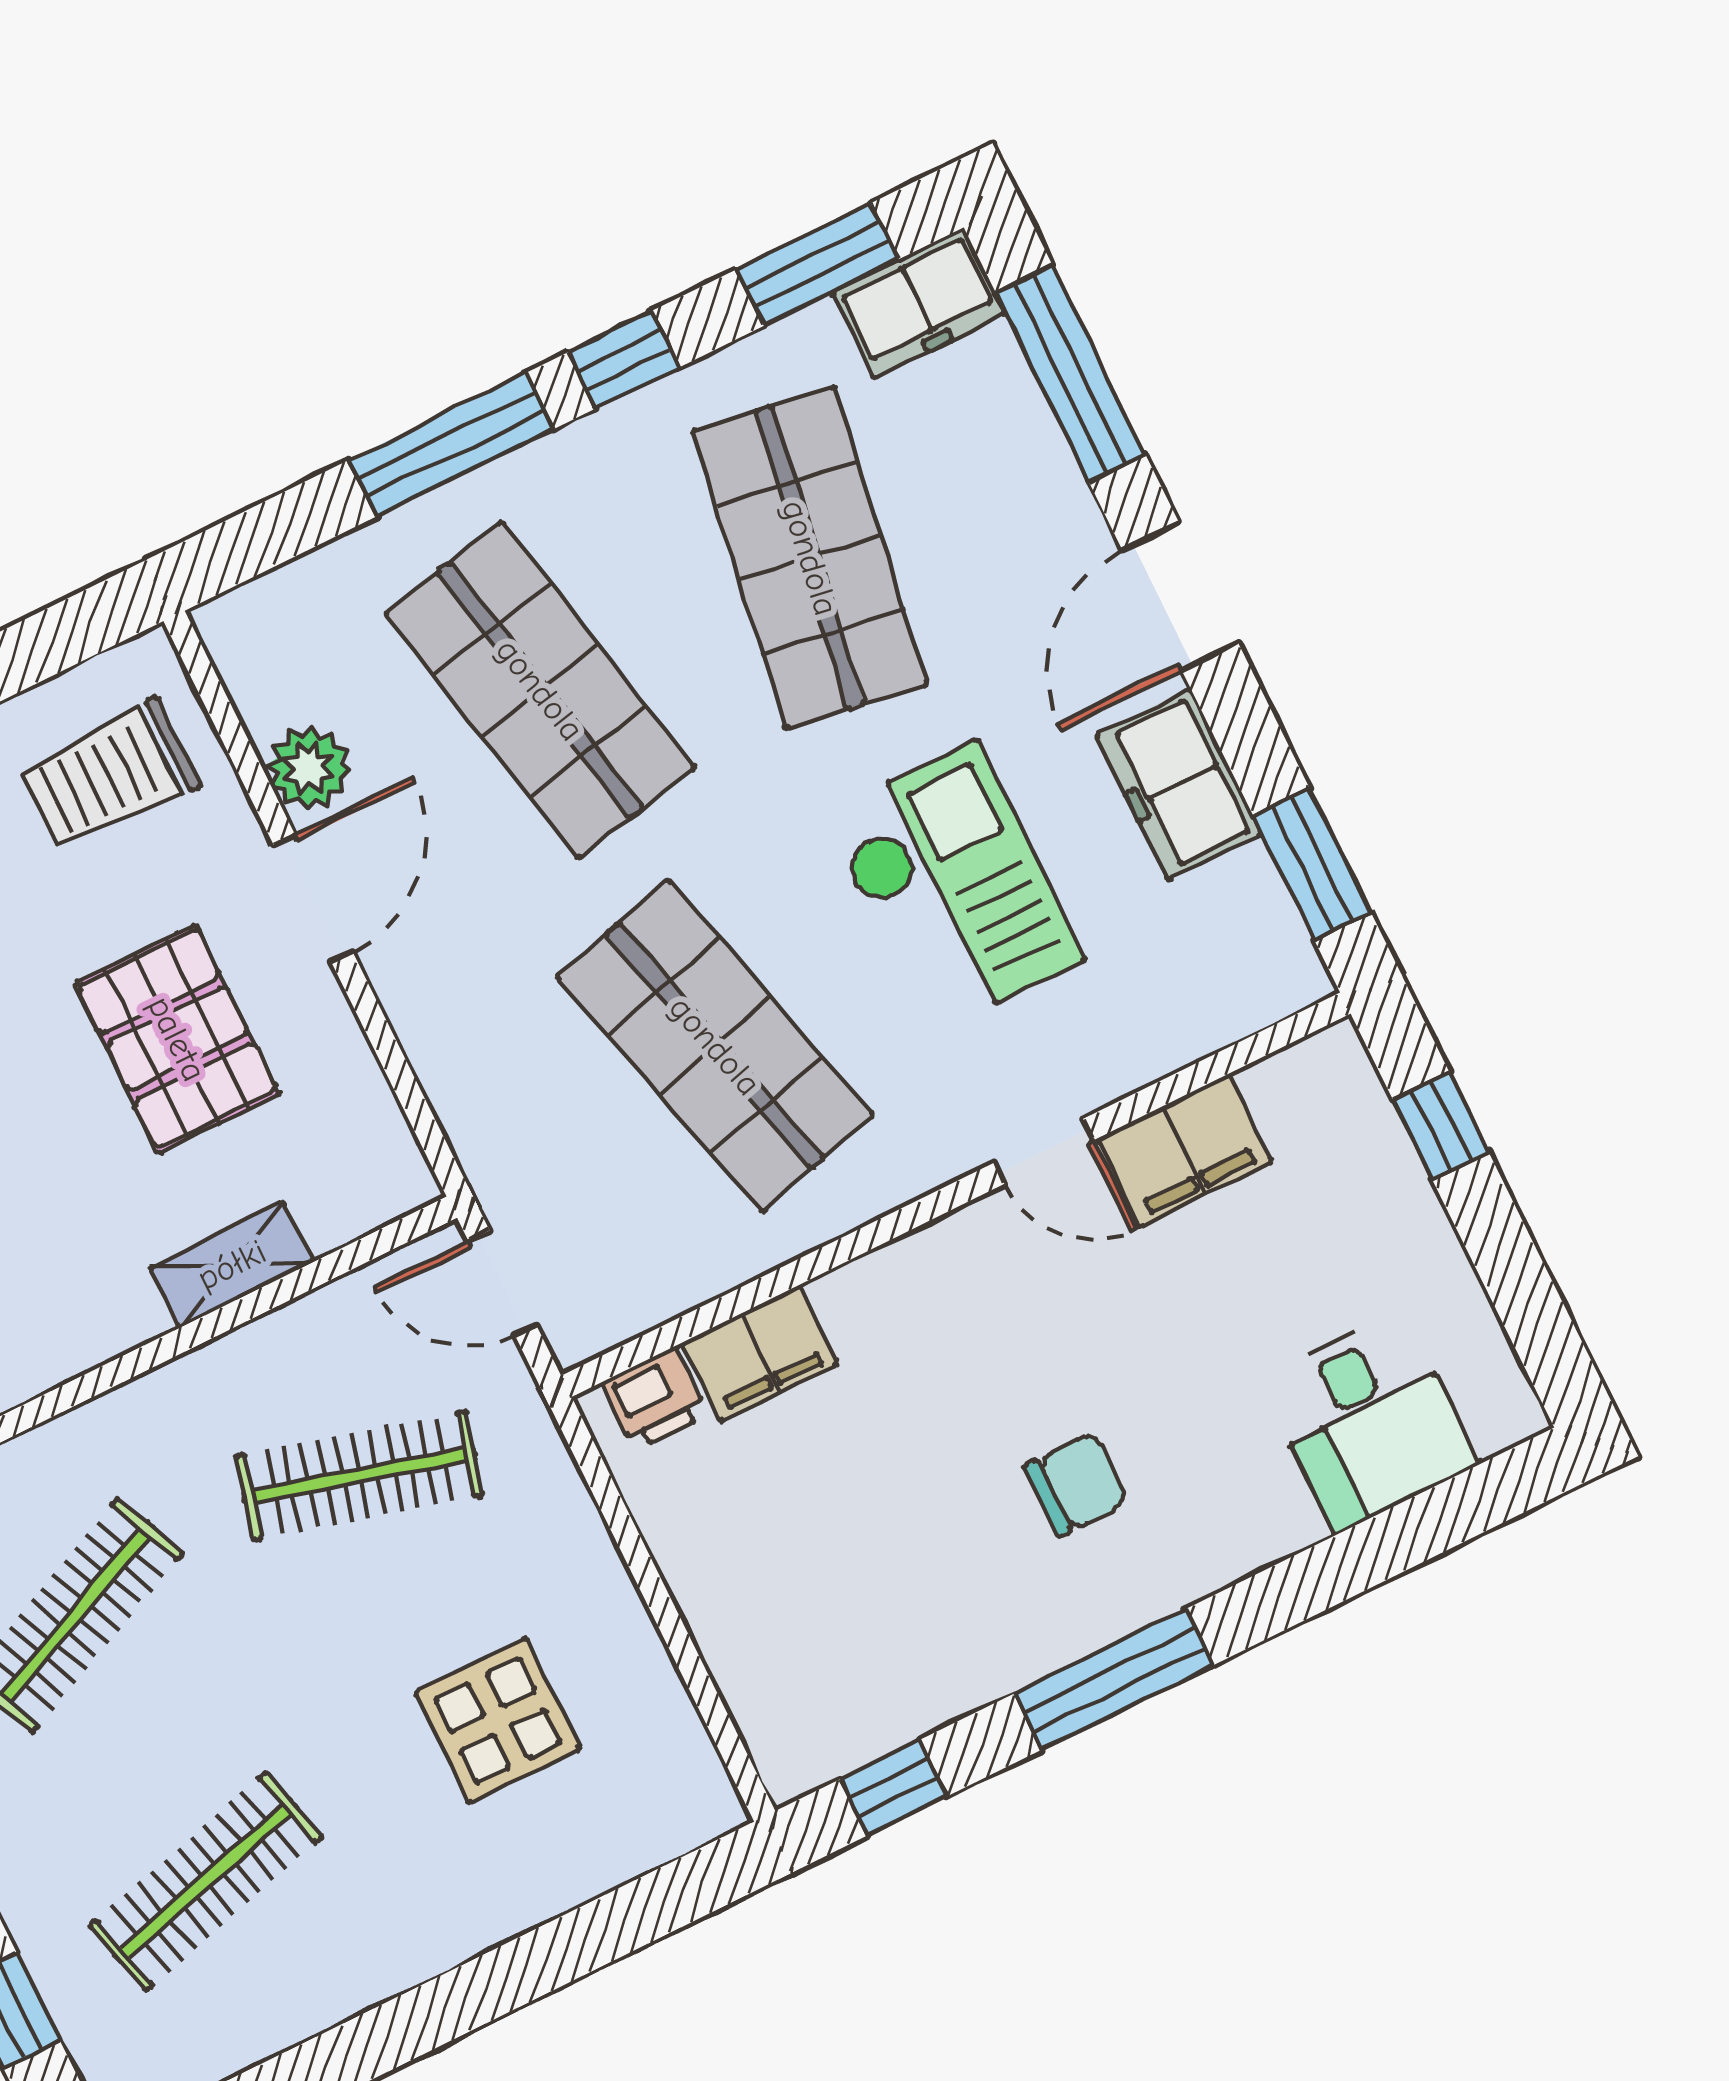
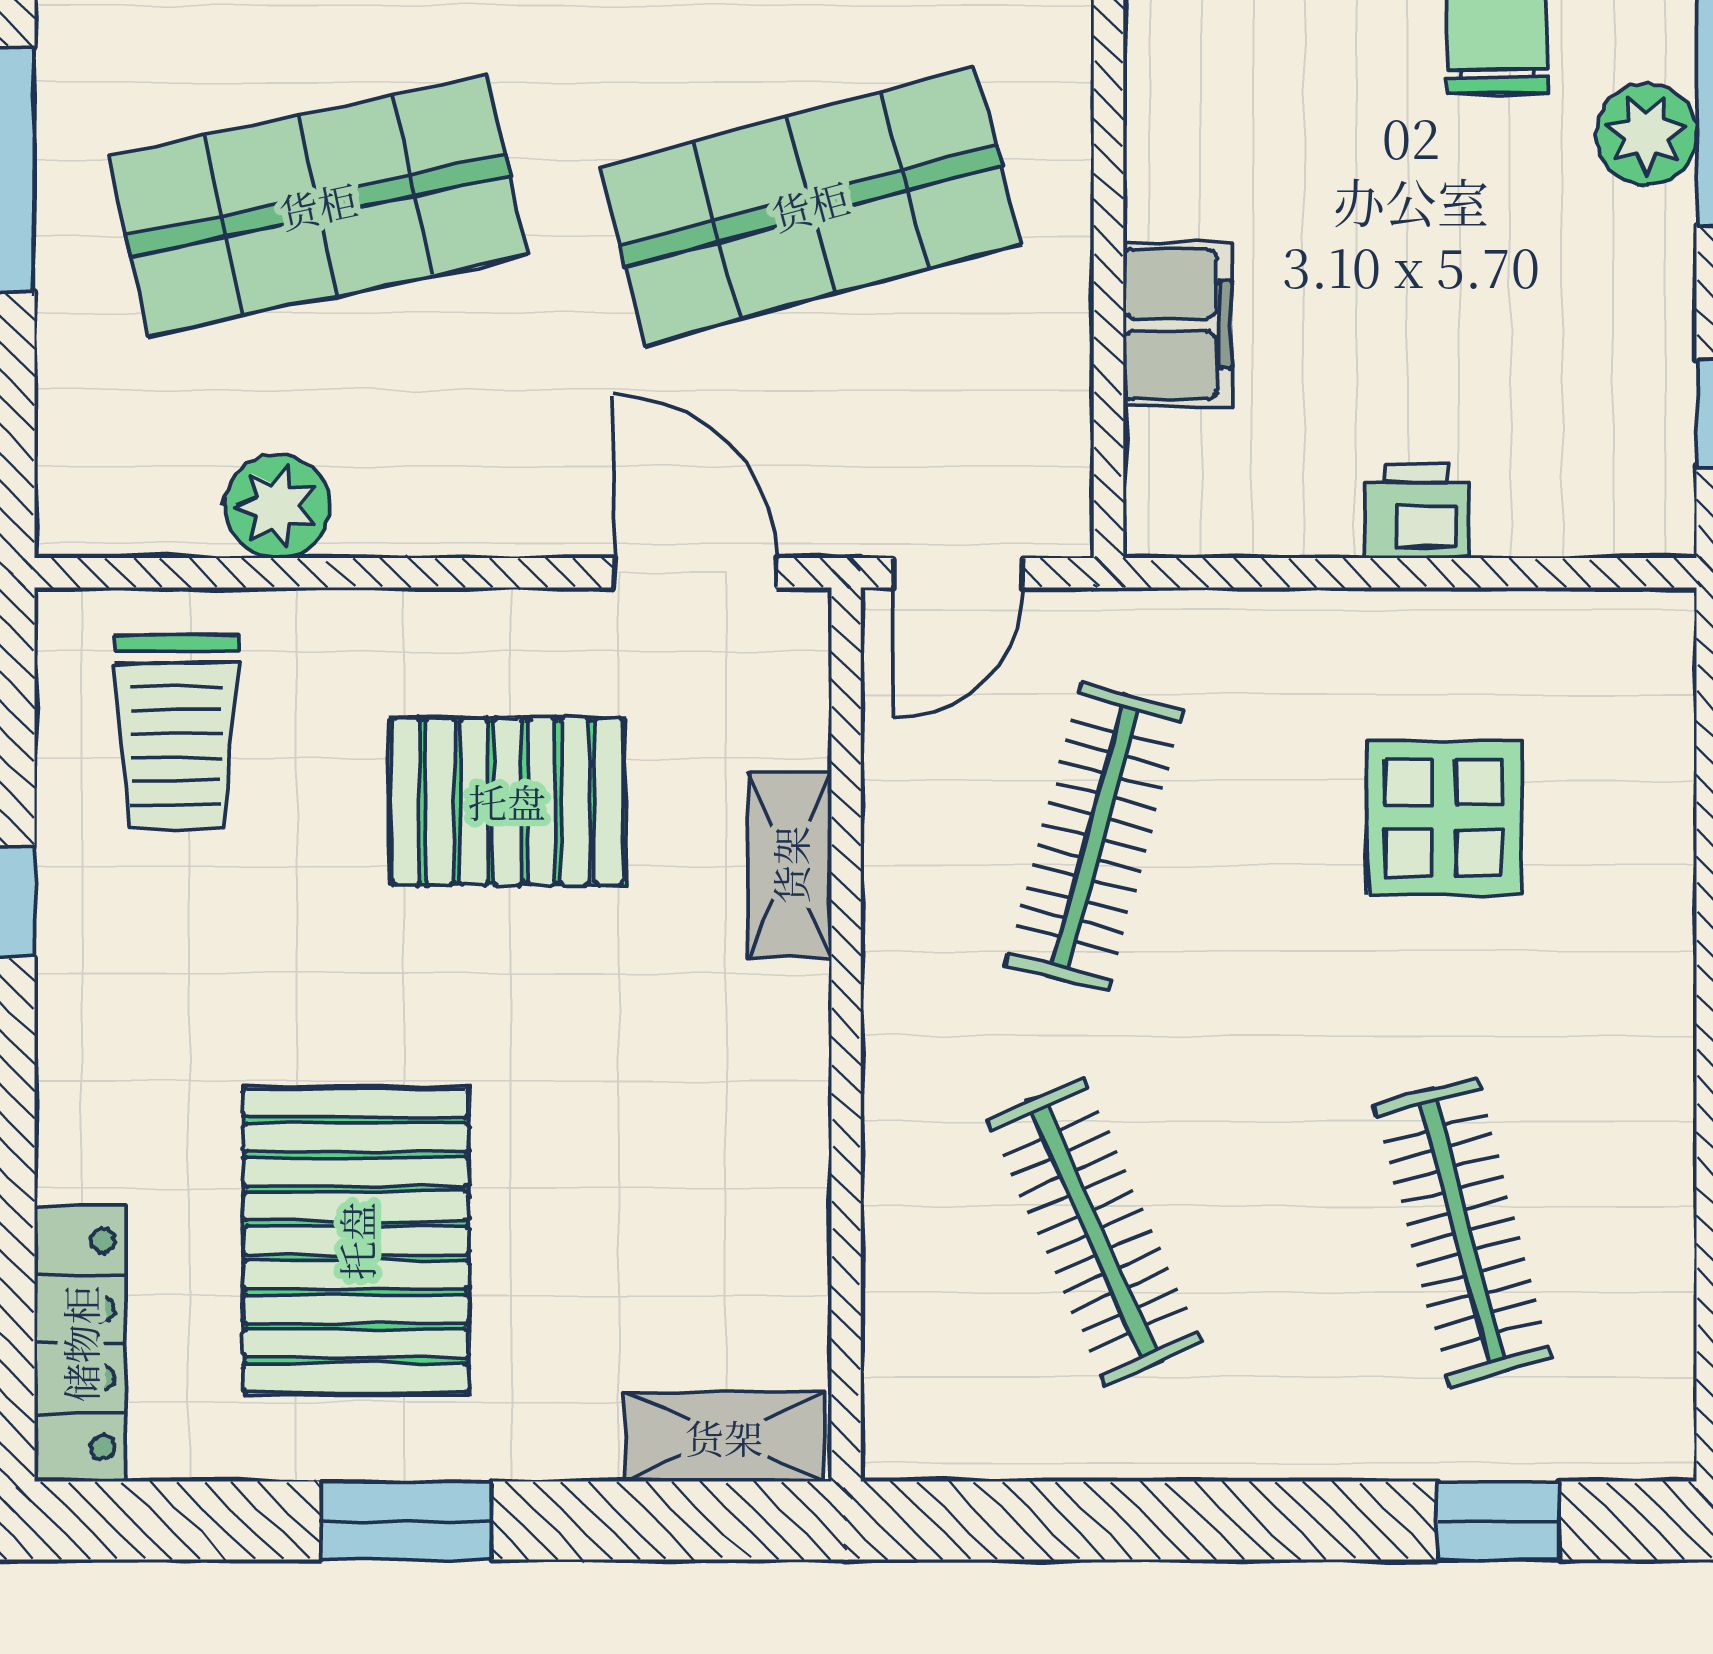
door: (313, 898) -> (695, 573), moved
printer: (655, 1398) -> (1417, 511), moved, turned -90
plant: (1064, 1624) -> (1646, 134), added

